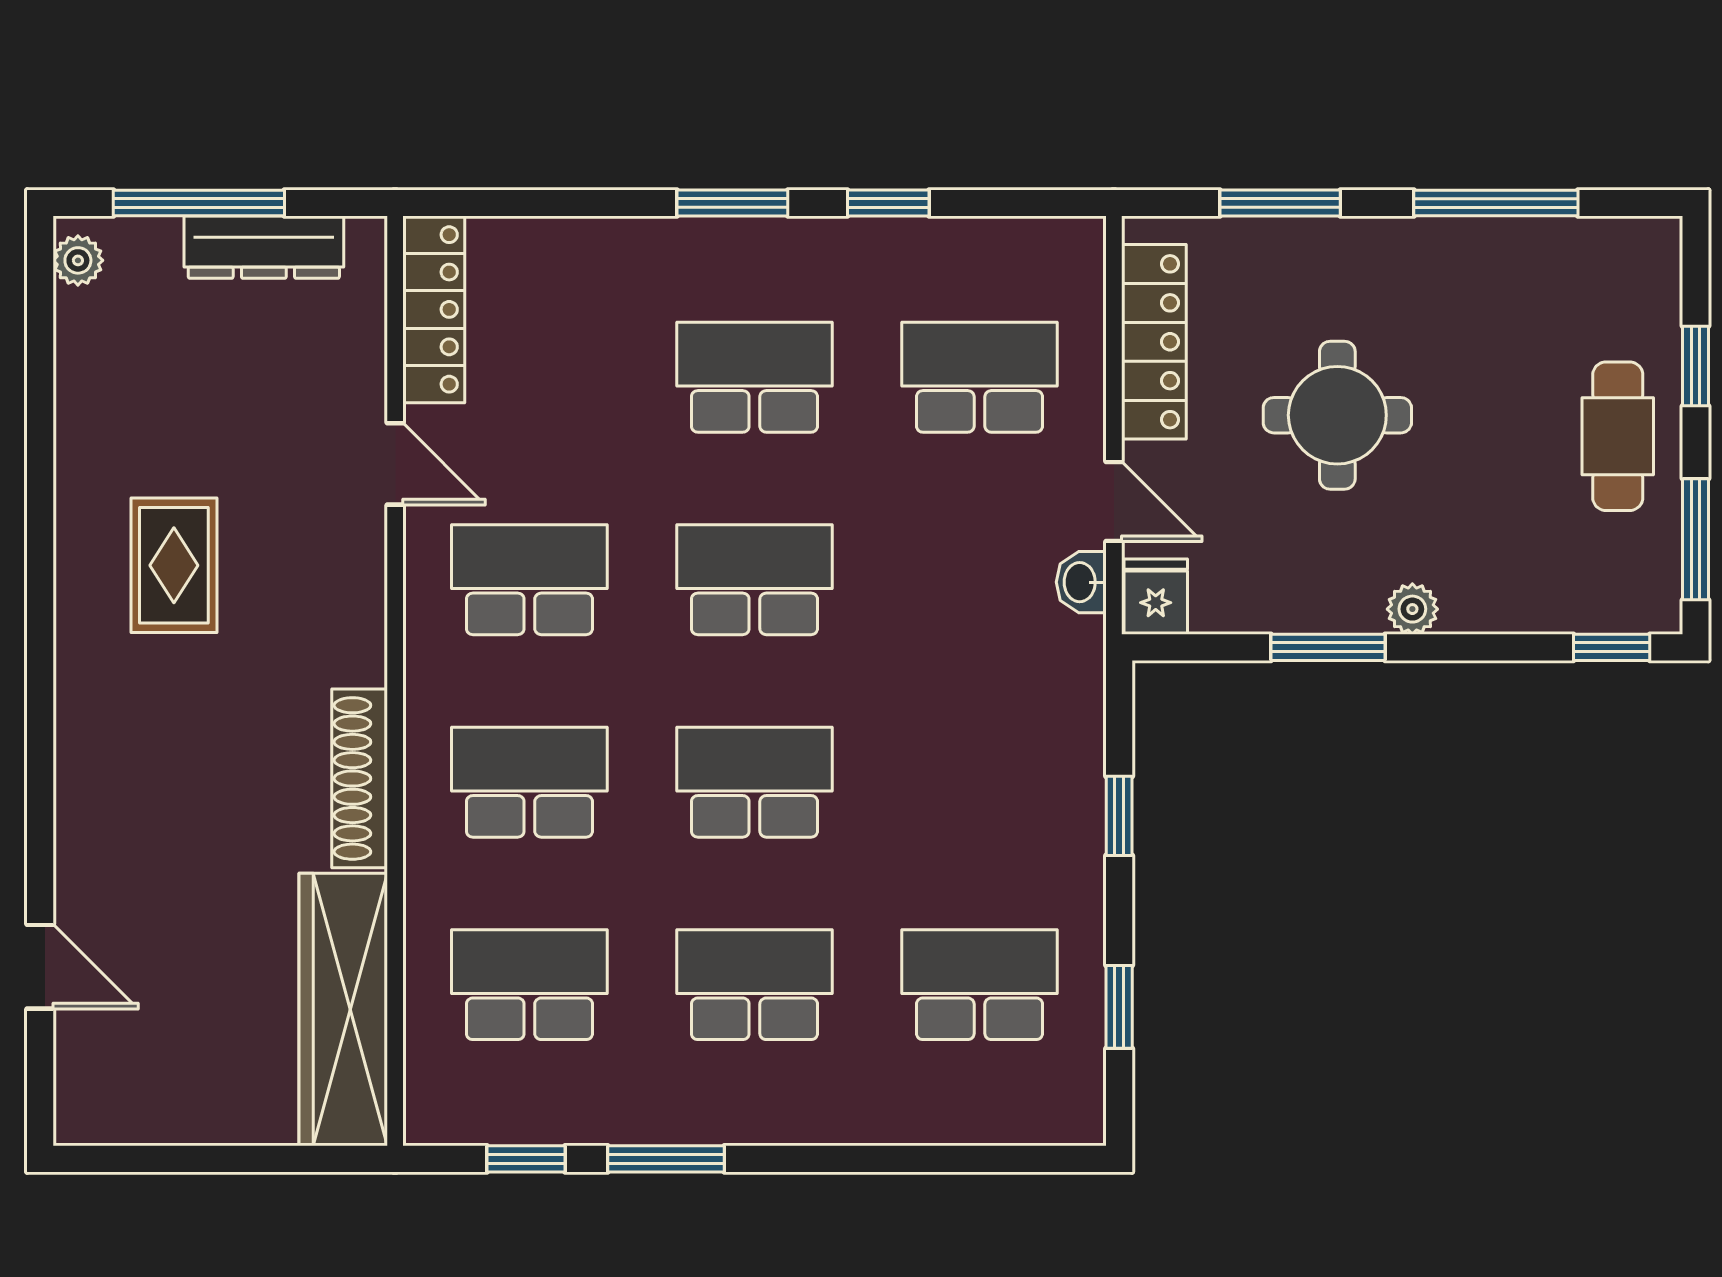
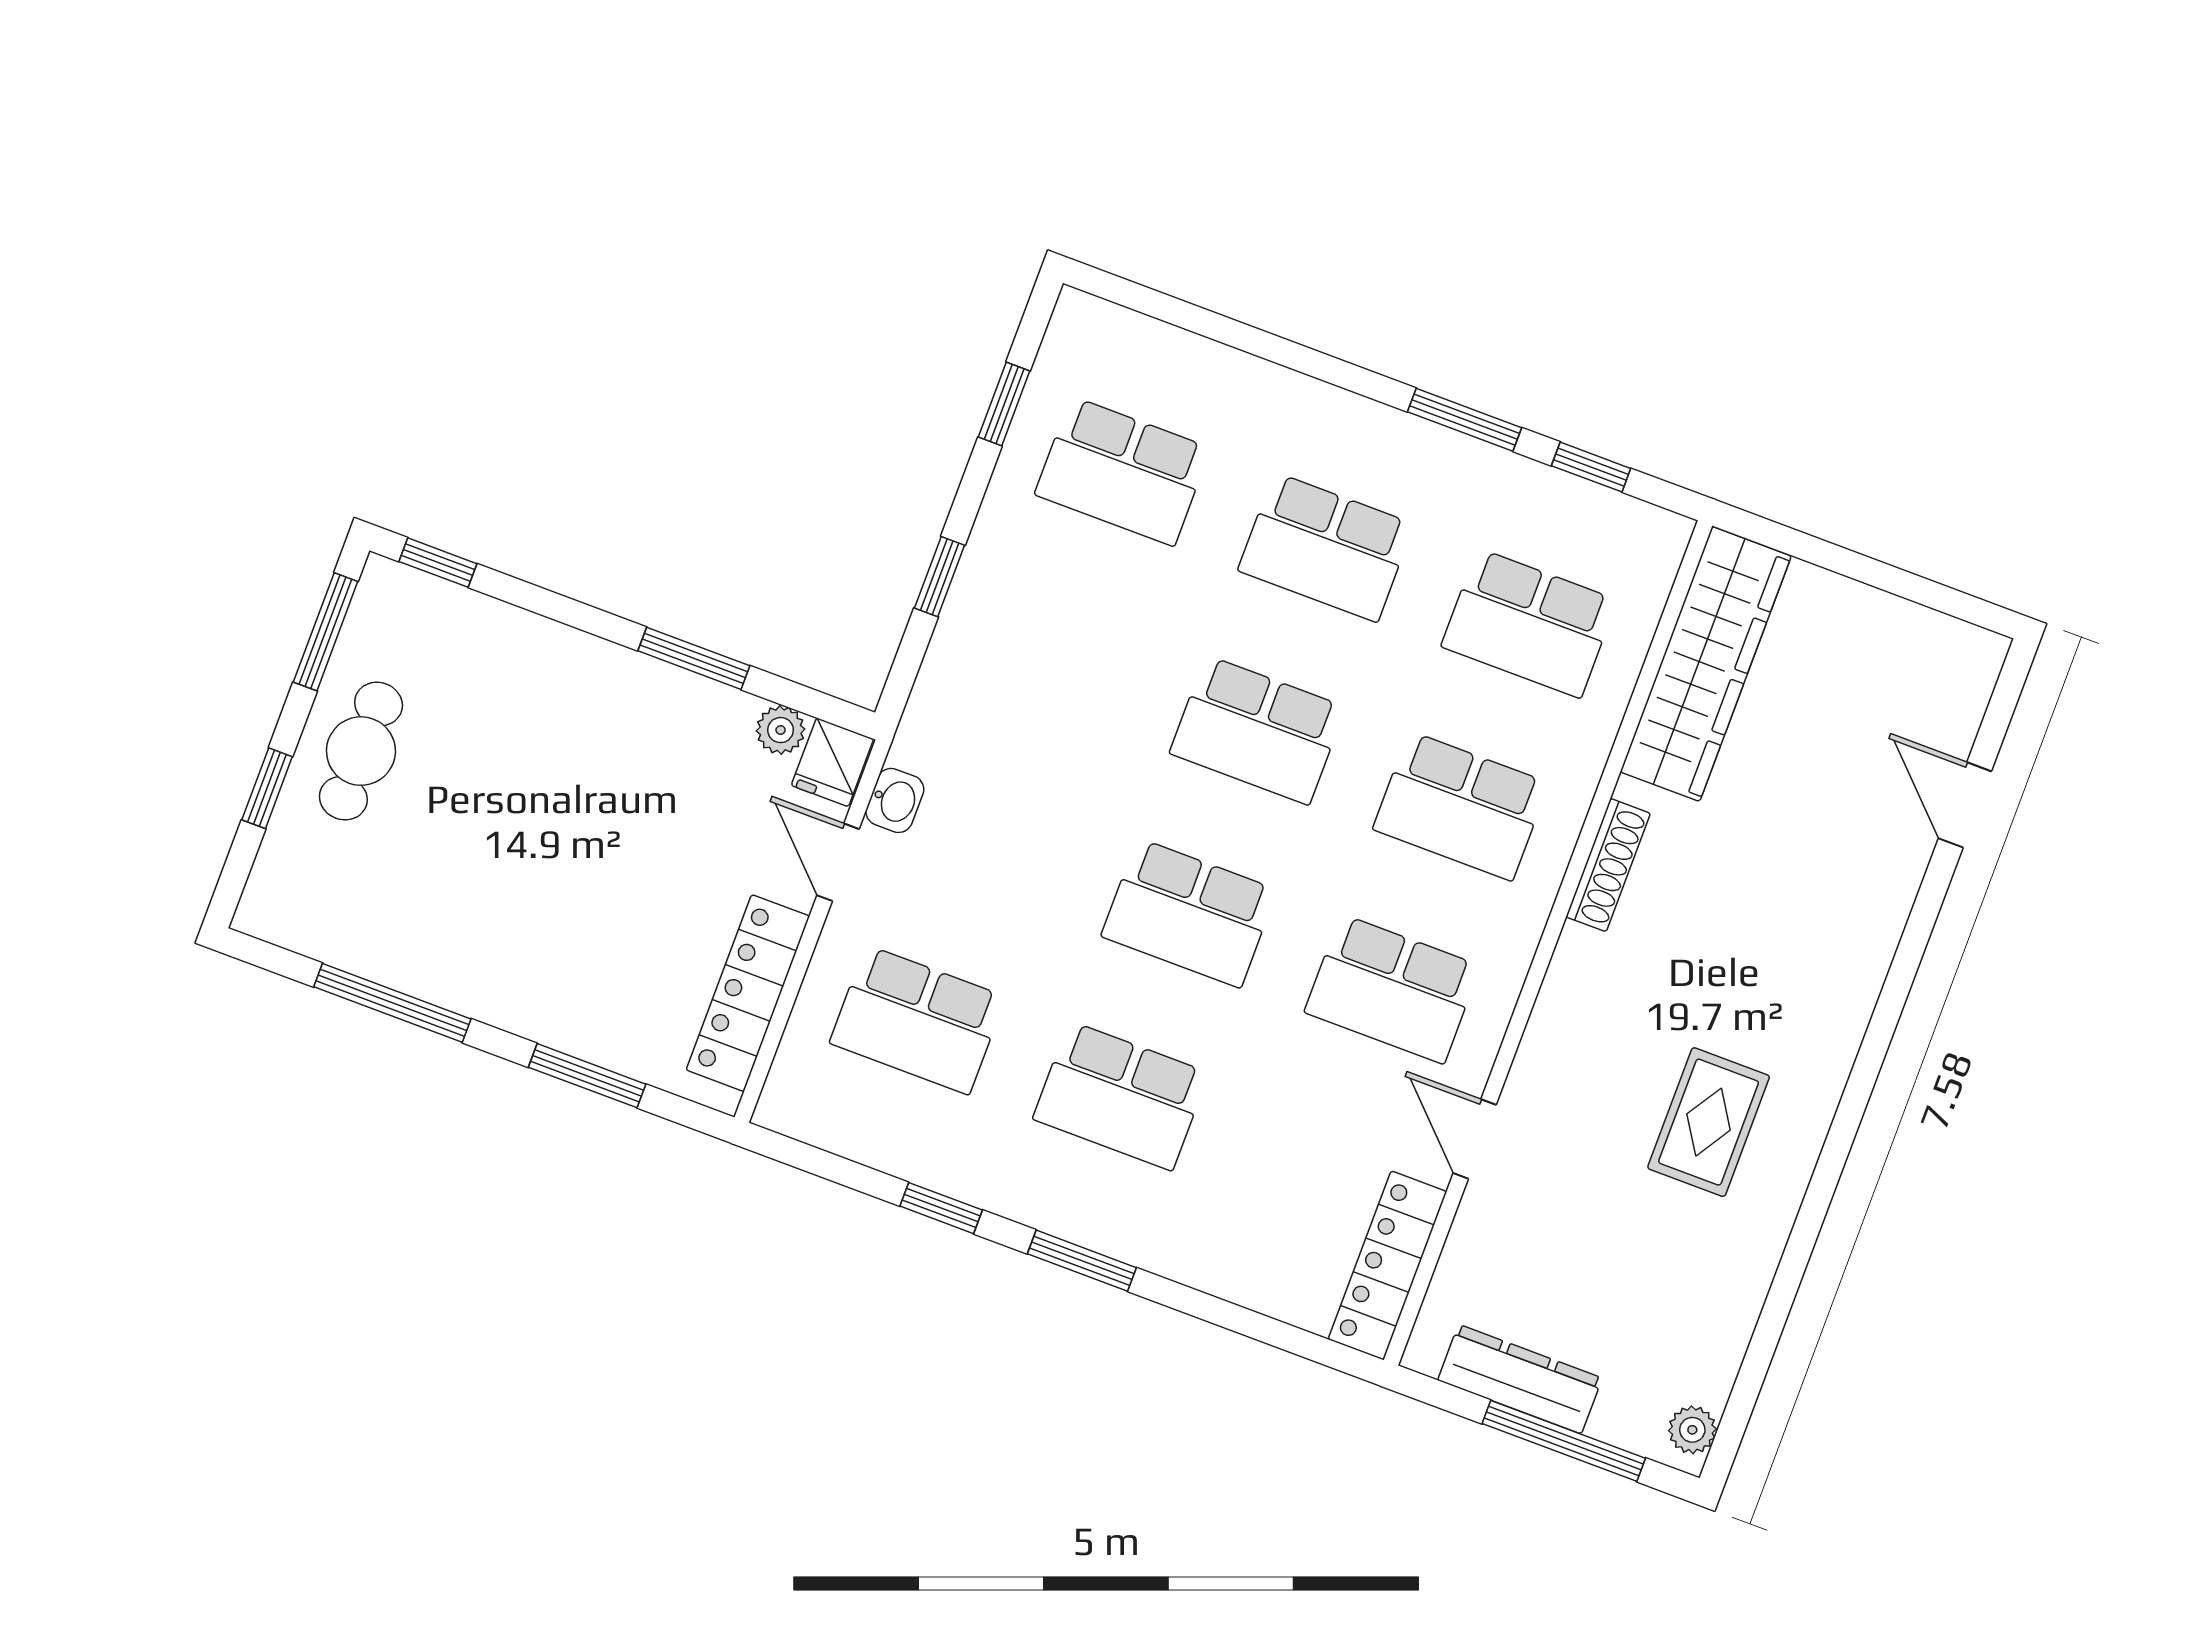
round table: (1337, 415) -> (607, 865), removed
plant: (1412, 609) -> (781, 730), moved
shoe rack: (360, 778) -> (1608, 865), width x0.74, depth x0.81

